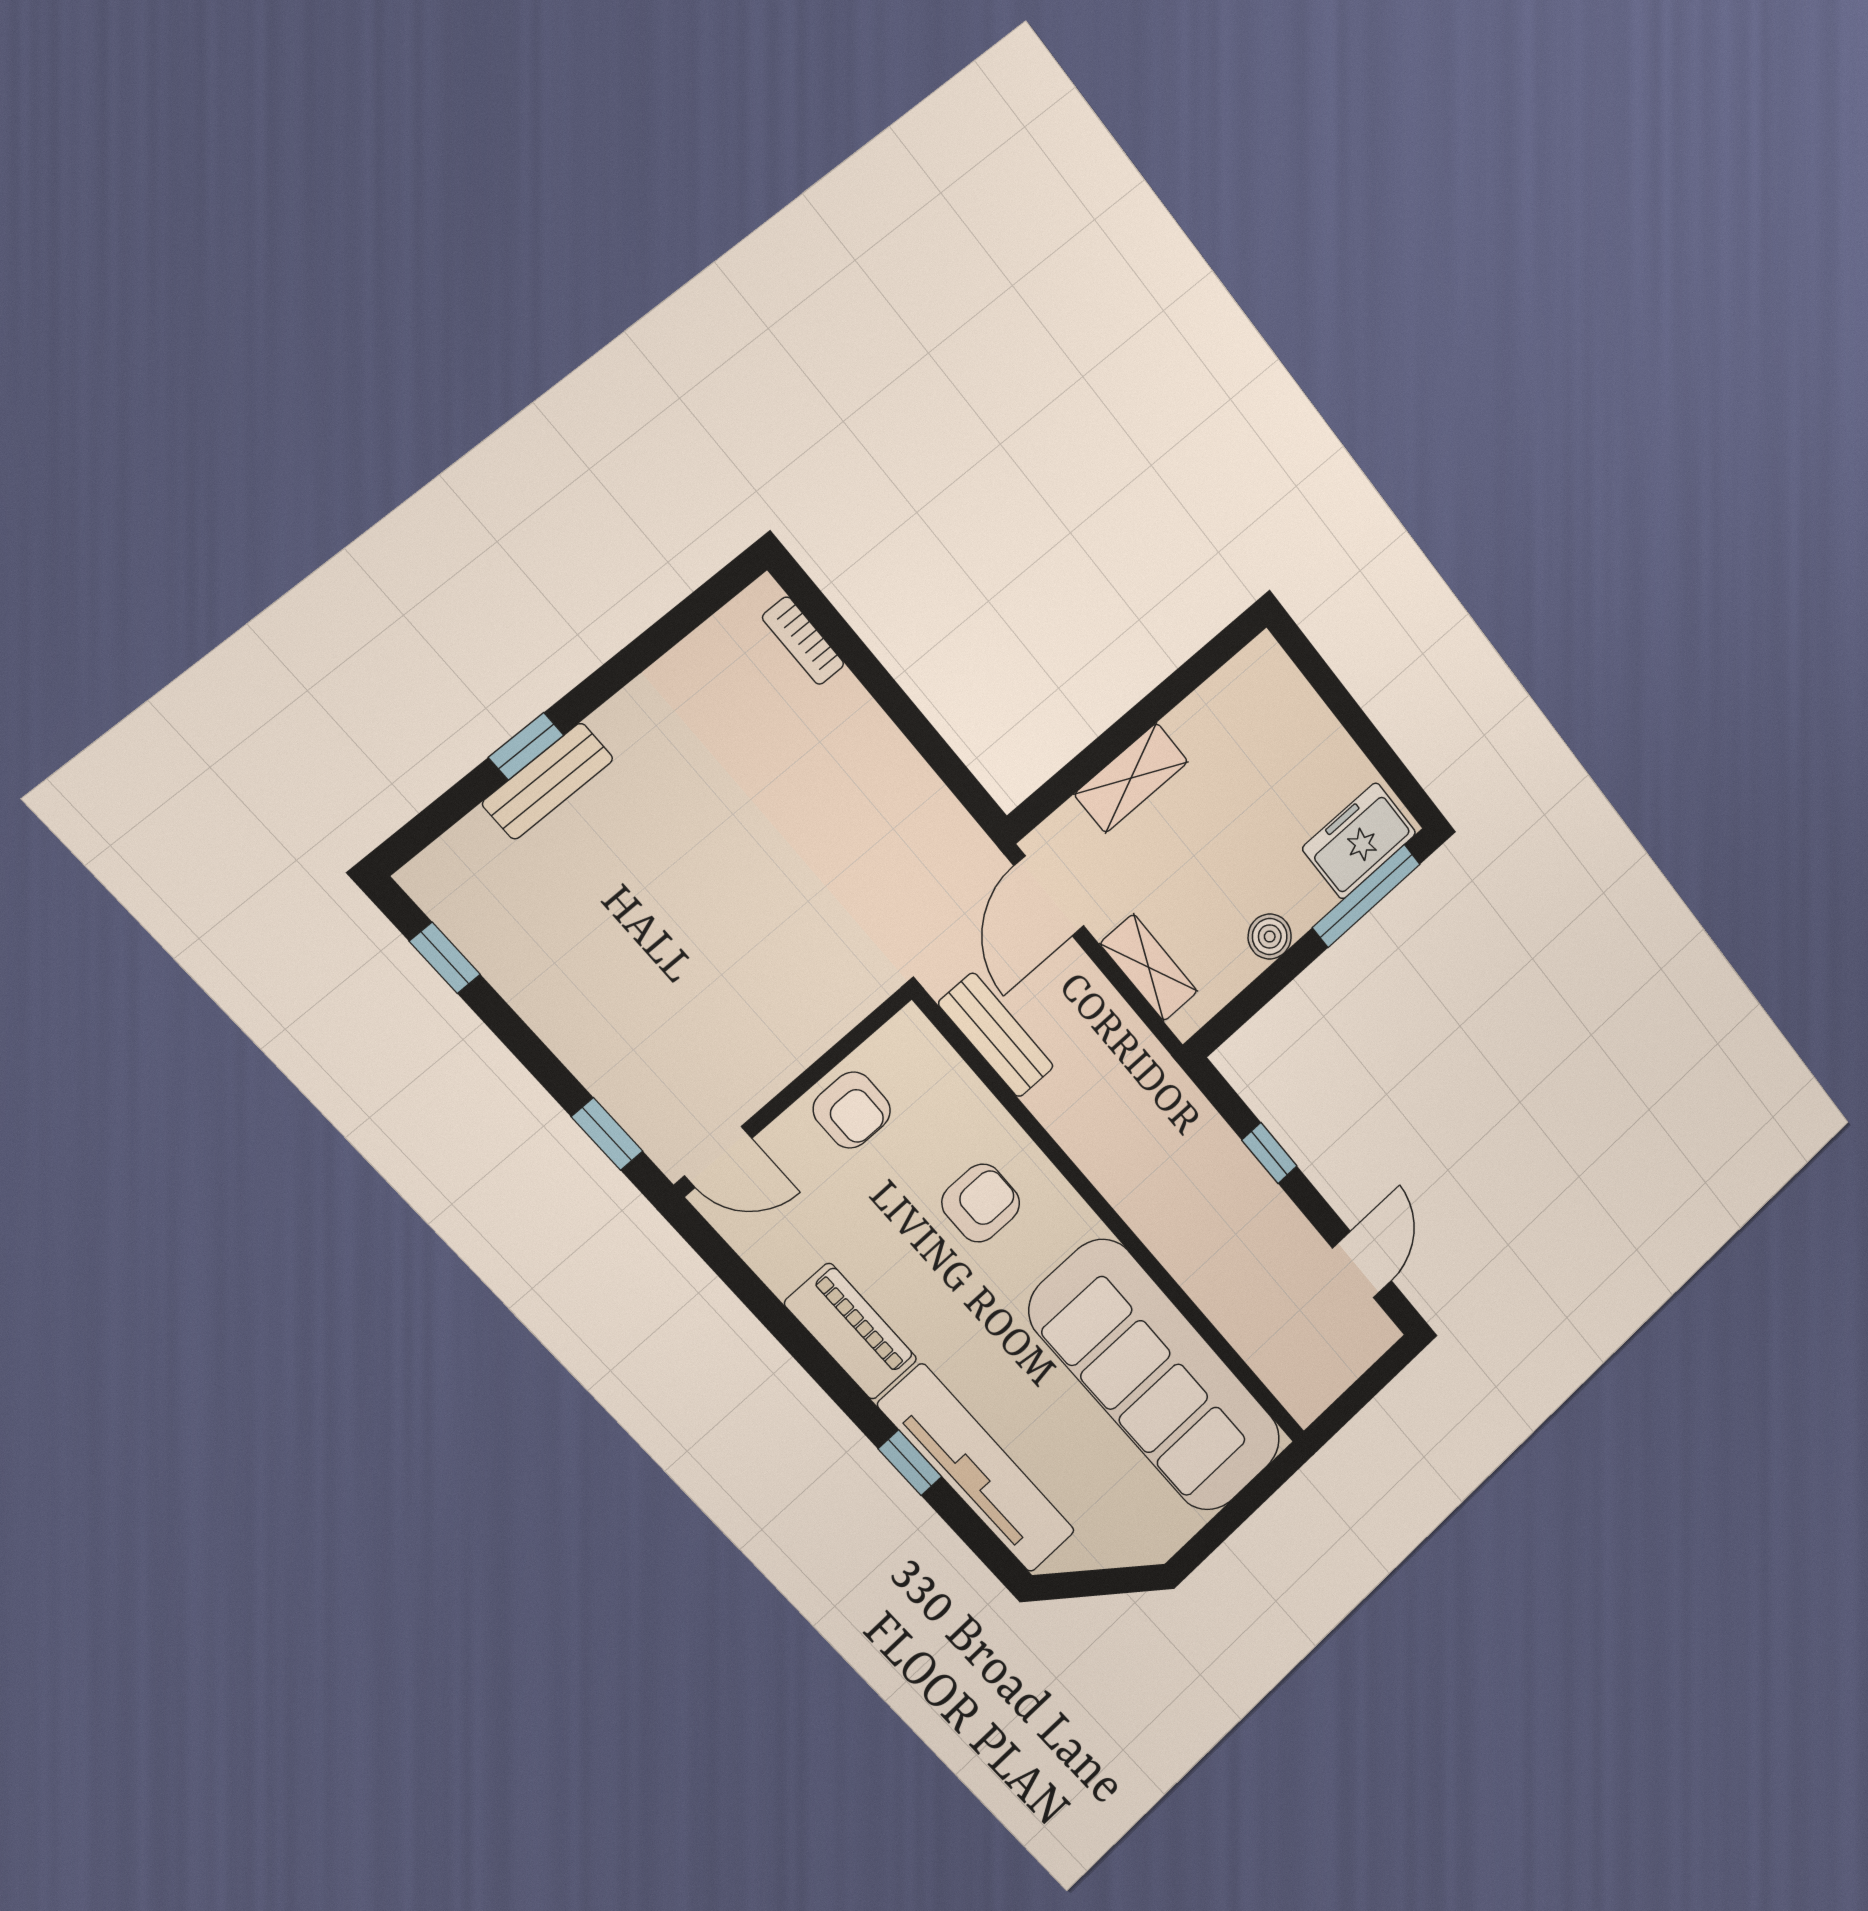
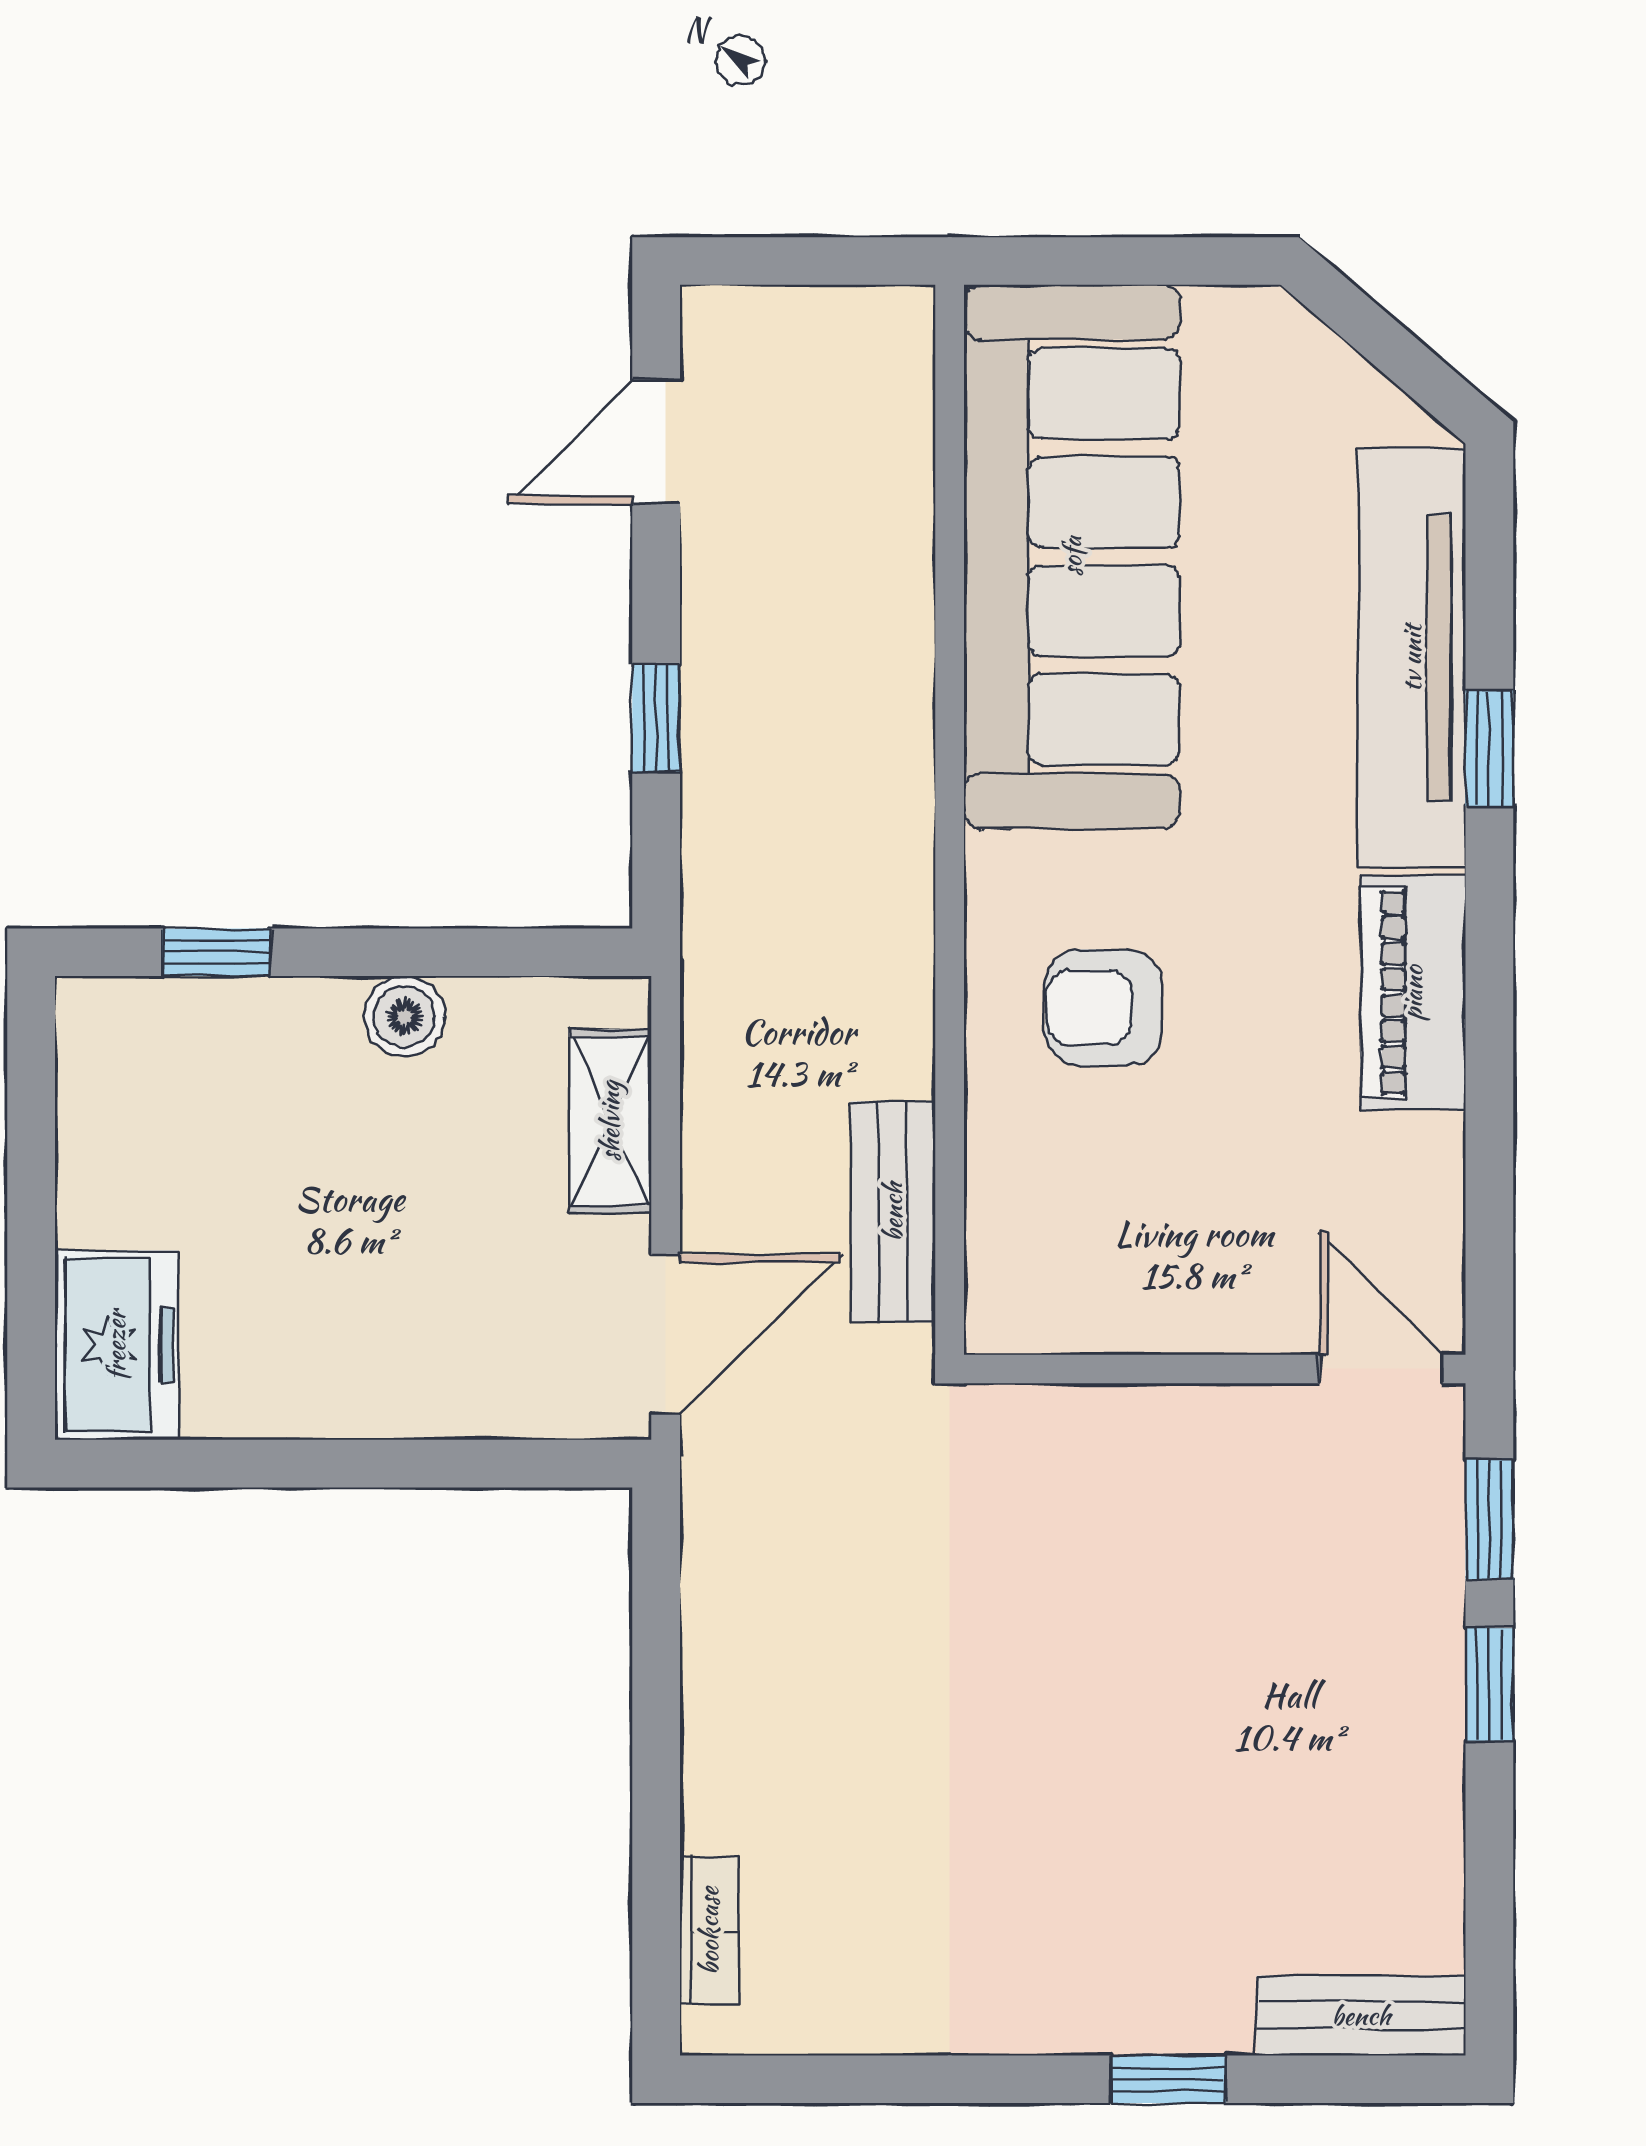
shelving: (1131, 778) -> (419, 1395), removed
bench: (548, 781) -> (1361, 2016), moved
freezer: (1359, 841) -> (116, 1345), moved, turned -90
window: (1366, 896) -> (216, 952), width x0.46
window: (445, 958) -> (1489, 1684), moved
armchair: (852, 1110) -> (1164, 1280), removed

